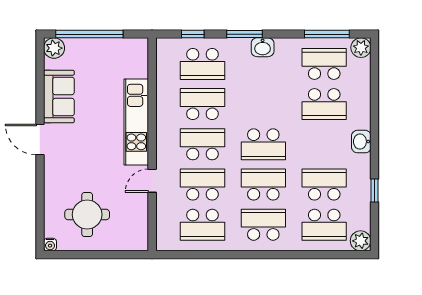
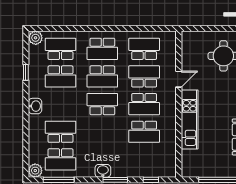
school desk: (202, 64) -> (144, 159), removed
school desk: (202, 185) -> (144, 76), turned 180

